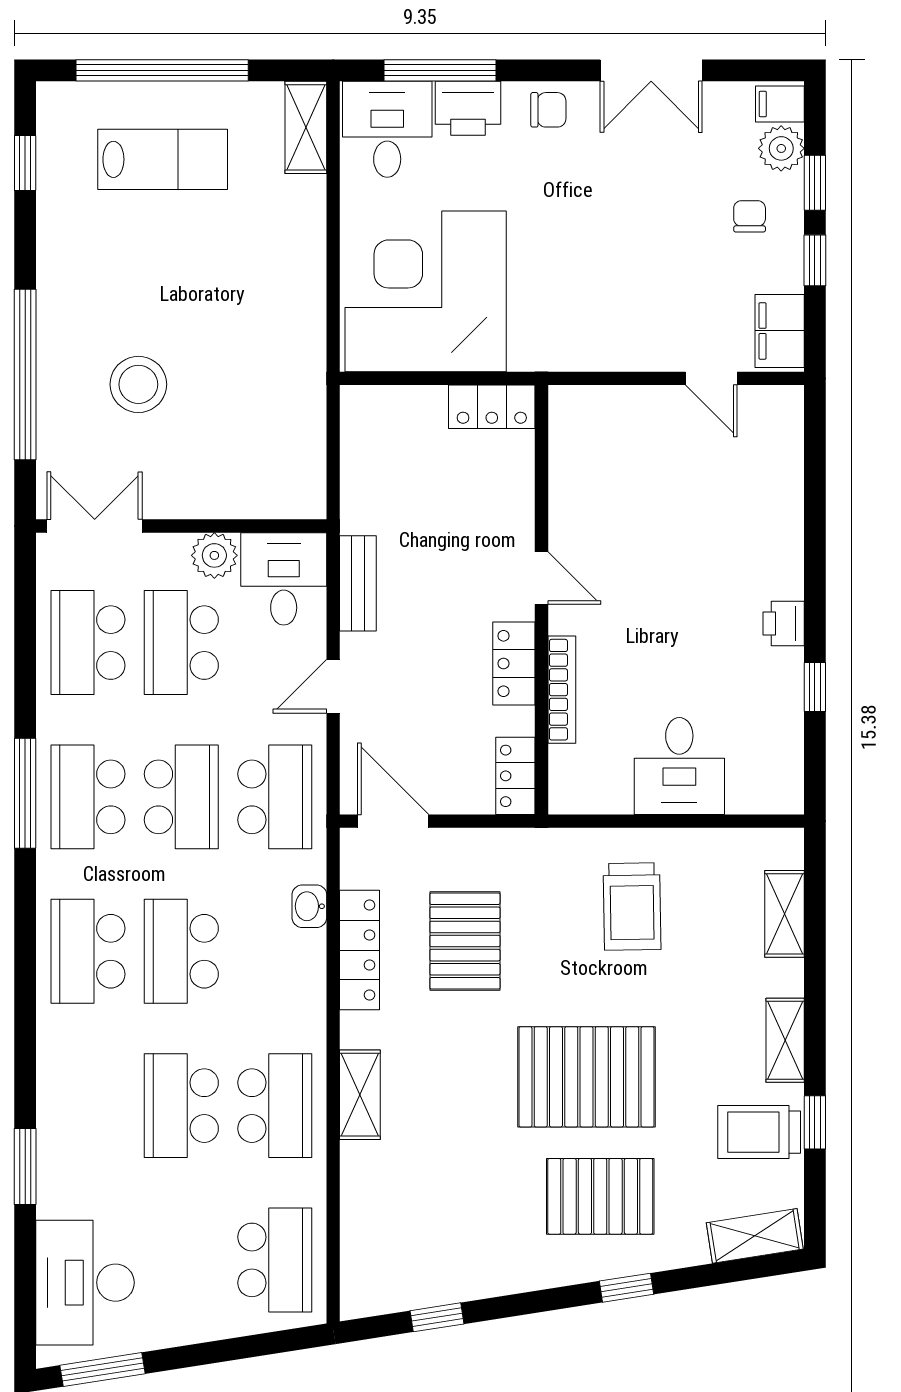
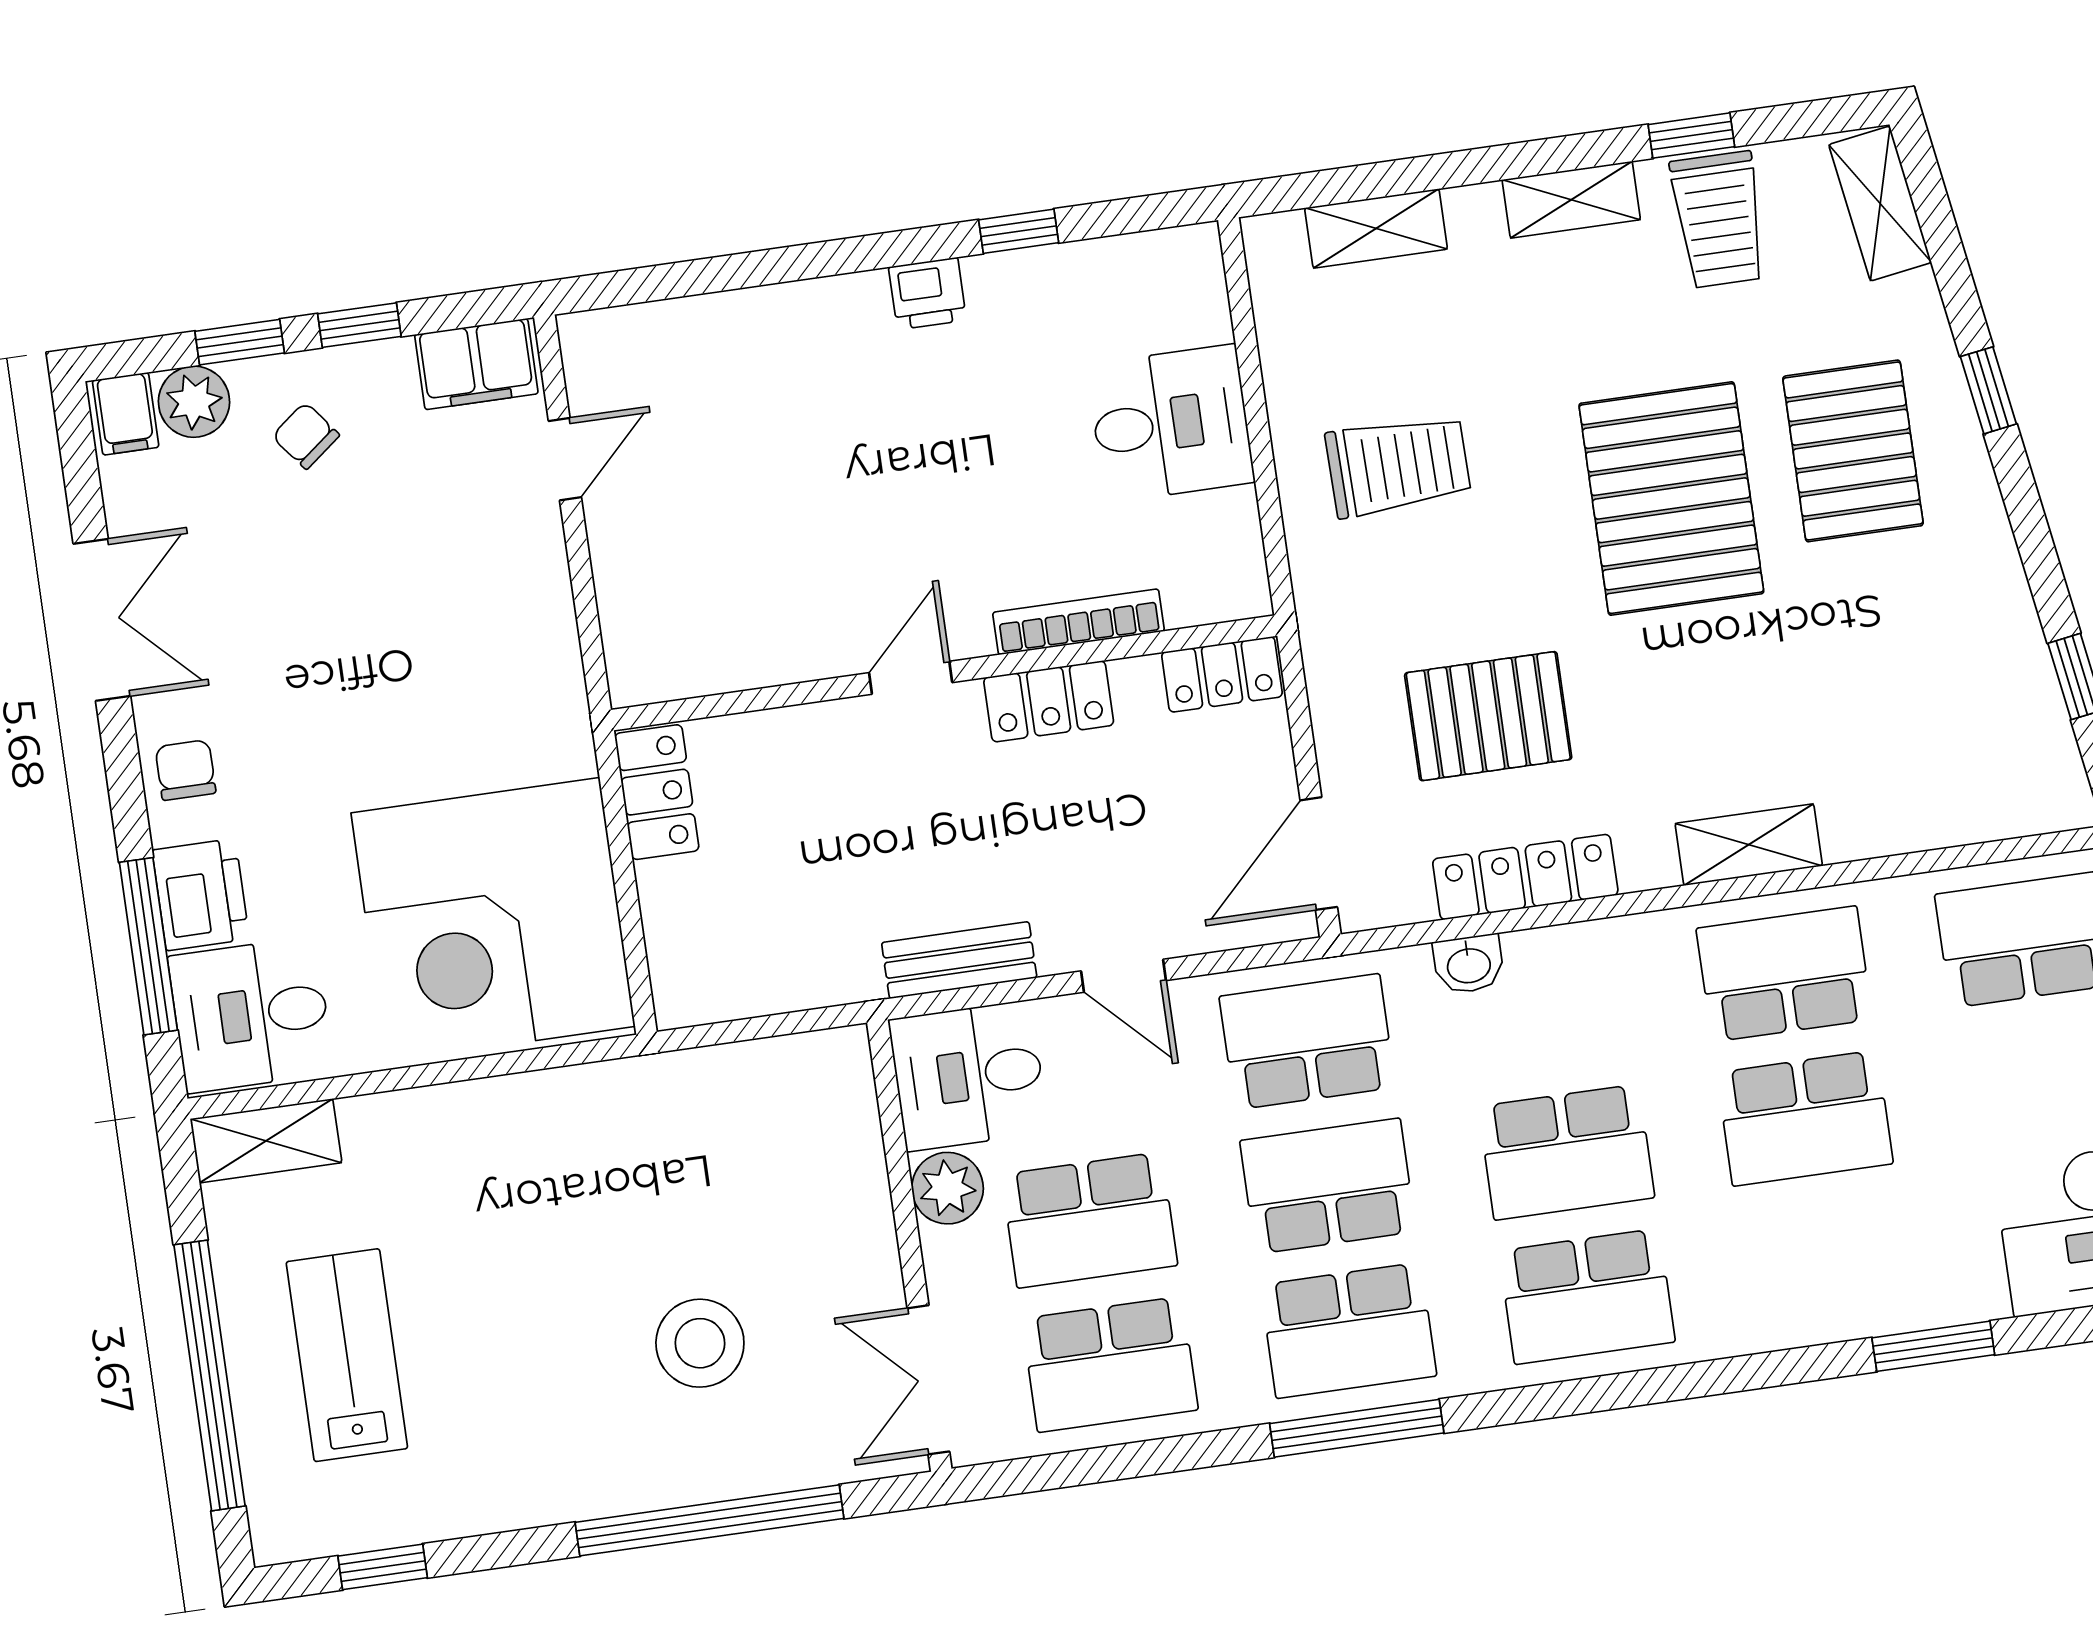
chair: (750, 216) -> (306, 436), turned 52

